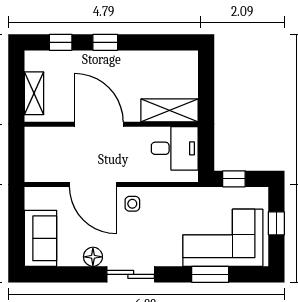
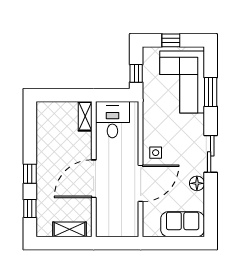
shelving: (170, 110) -> (85, 116), width x0.67, depth x0.75

